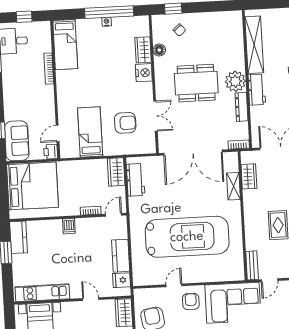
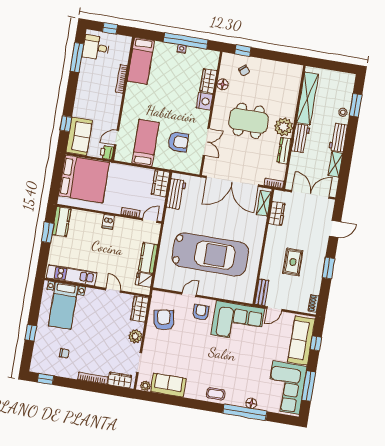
shelving: (233, 186) -> (264, 203), moved

